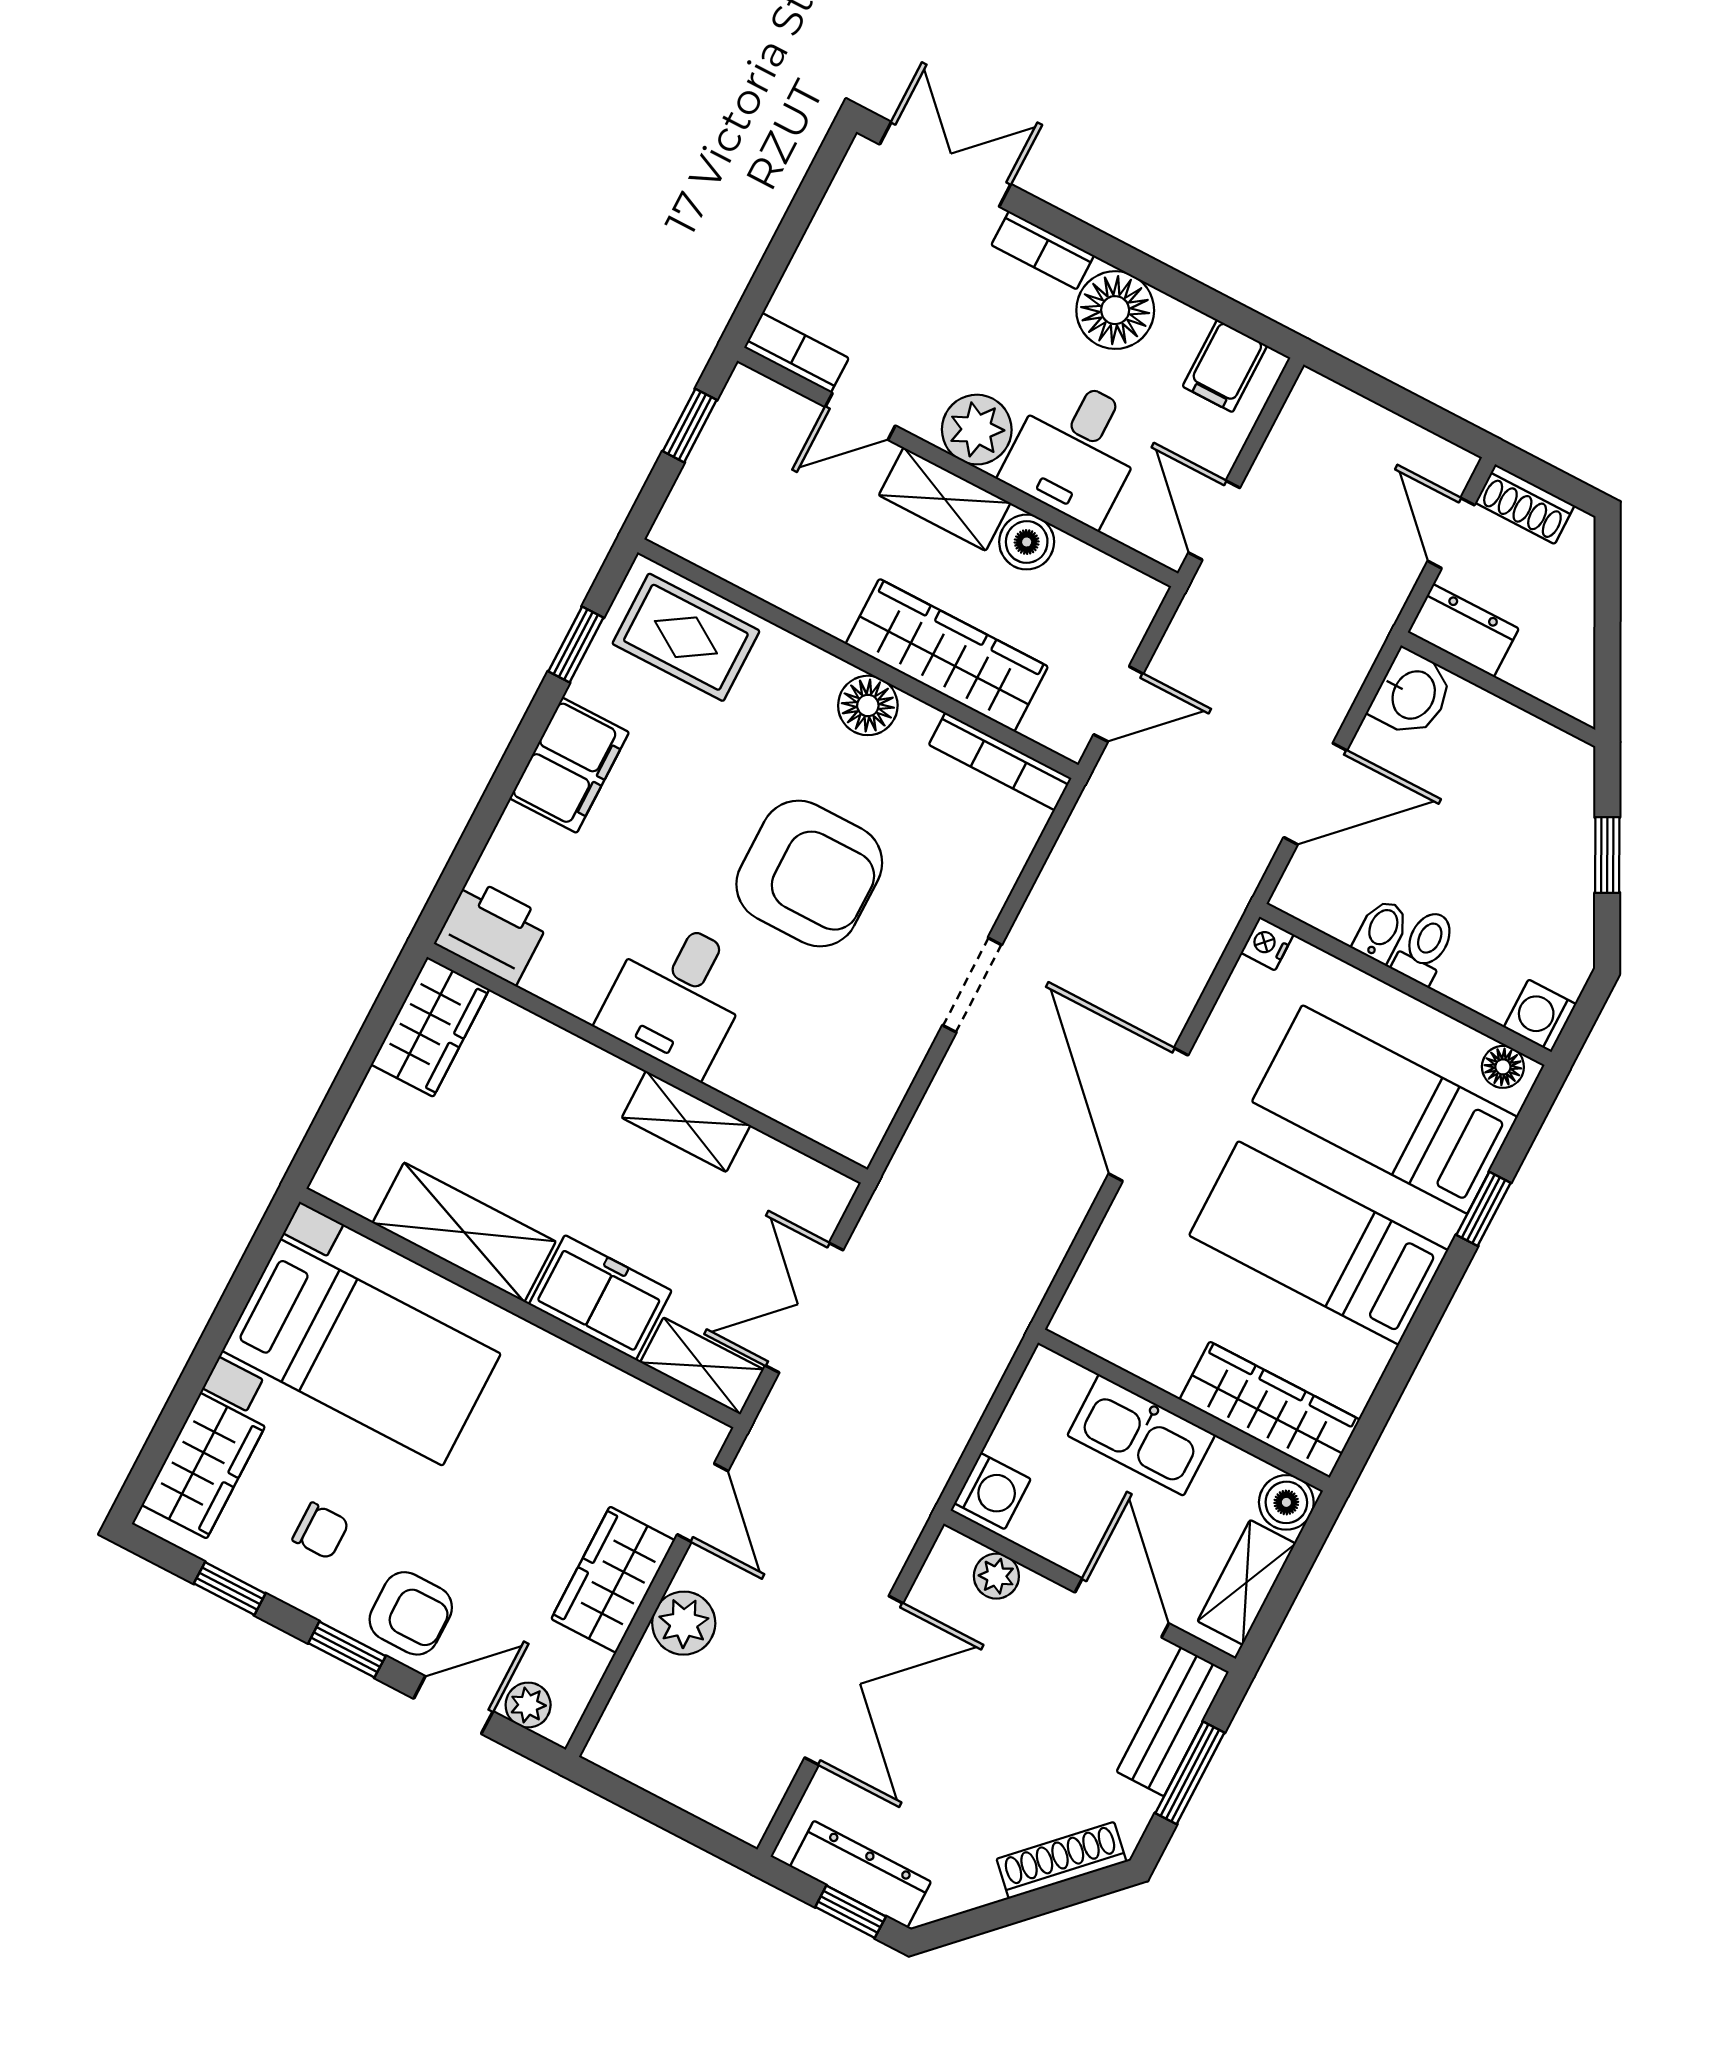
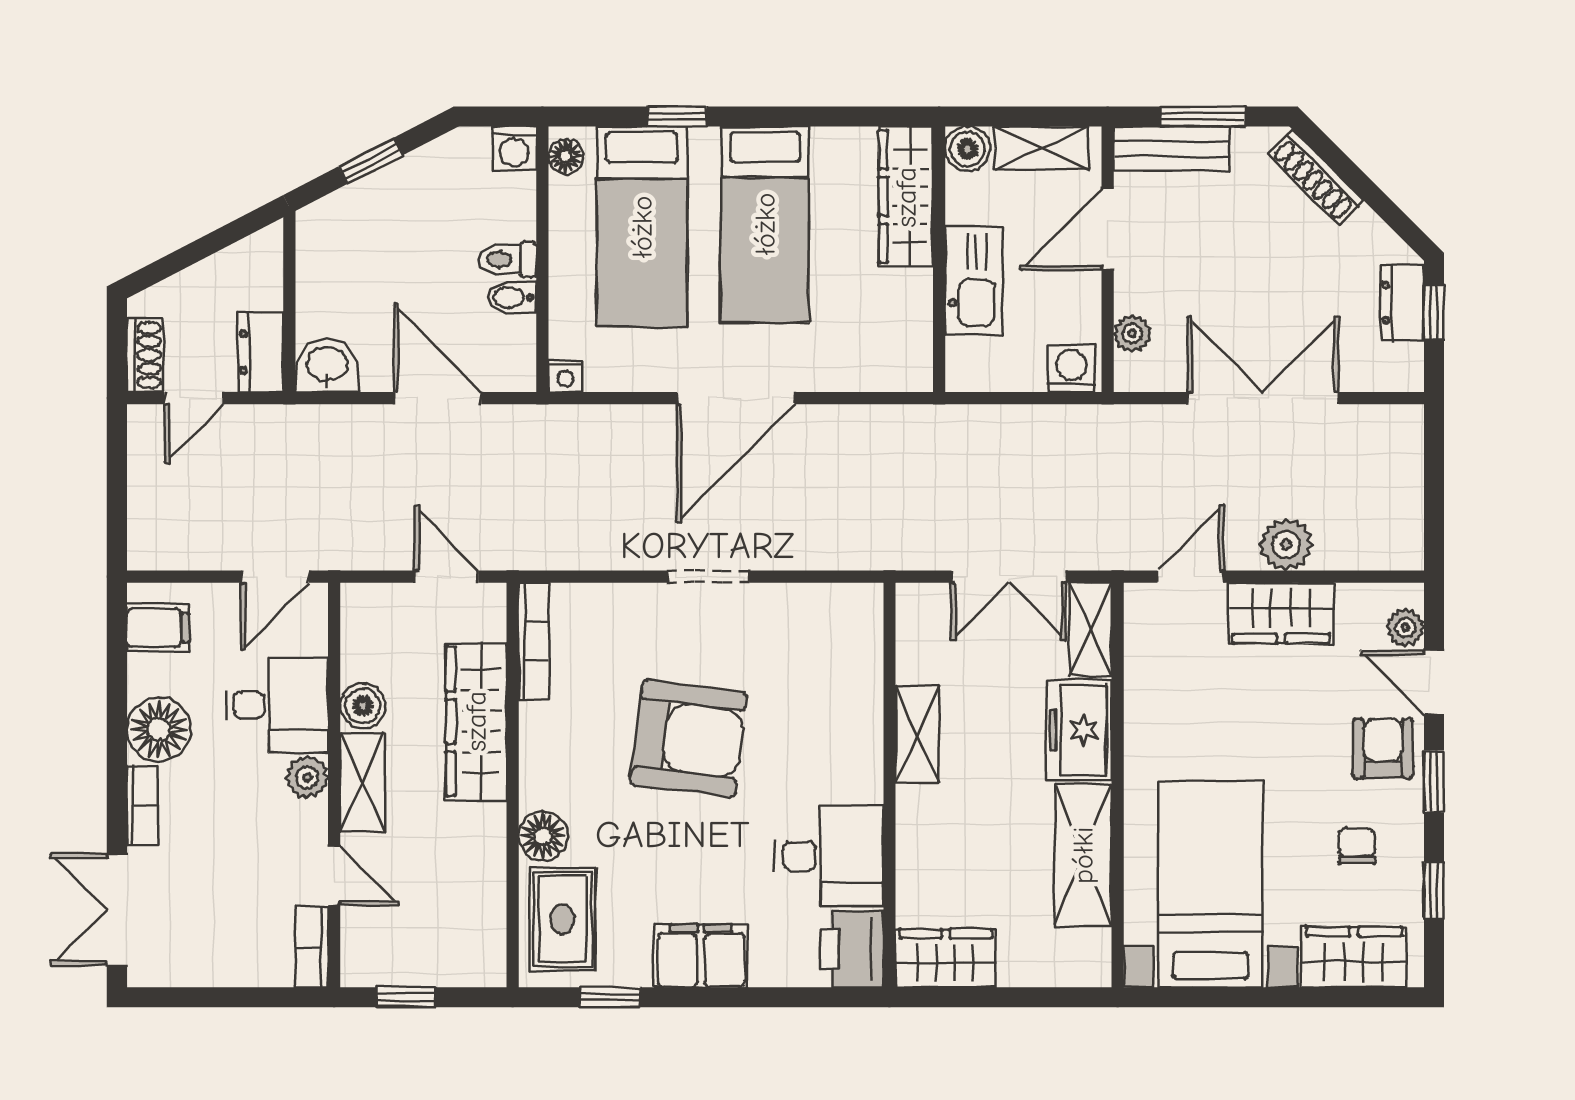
plant: (977, 430) -> (307, 777), width x0.73, depth x0.73
floor lamp: (868, 705) -> (543, 836), moved
armchair: (809, 873) -> (689, 739), turned 97
desk: (677, 996) -> (829, 856), moved
dresser: (860, 1874) -> (1403, 303), width x0.70

